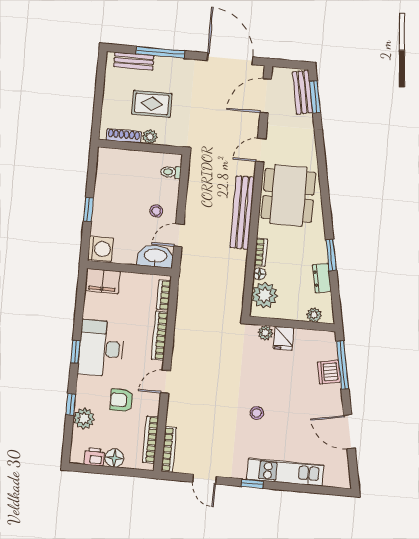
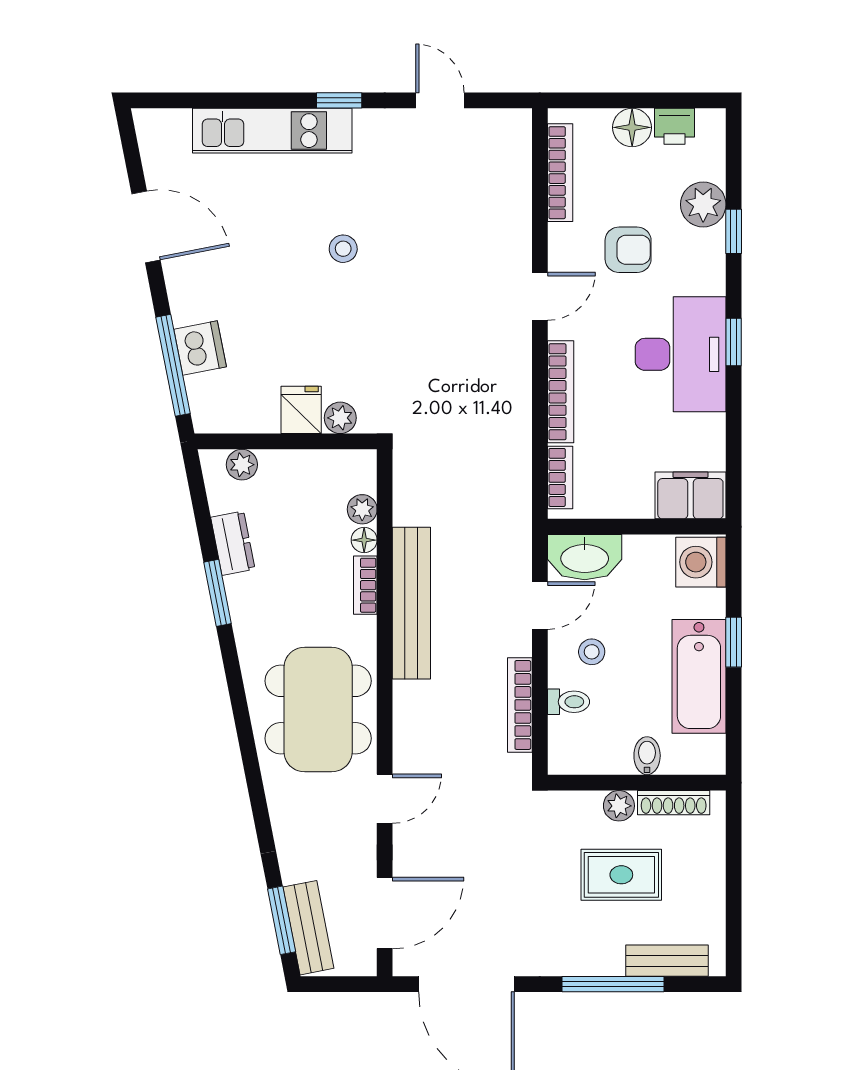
bidet: (134, 159) -> (647, 756), added
toilet: (171, 172) -> (568, 702), moved
bathtub: (106, 195) -> (699, 676), added
bench: (242, 212) -> (411, 603), moved
plant: (265, 295) -> (362, 509), width x0.53, depth x0.53
bookcase: (169, 450) -> (520, 705), moved

